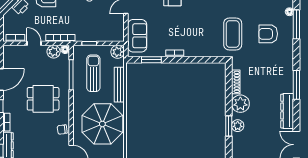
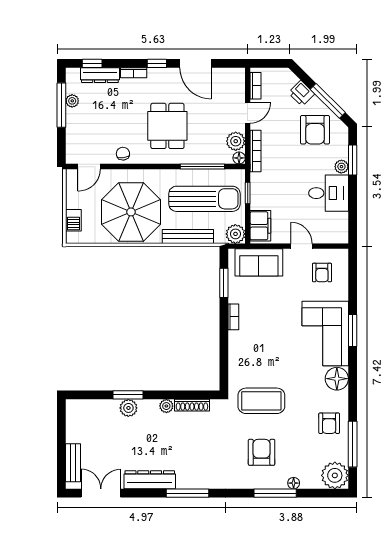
filing cabinet: (112, 35) -> (260, 226), added
sun lounger: (93, 73) -> (204, 199), width x1.36, depth x1.34
plant: (240, 104) -> (166, 406), width x0.53, depth x0.53

